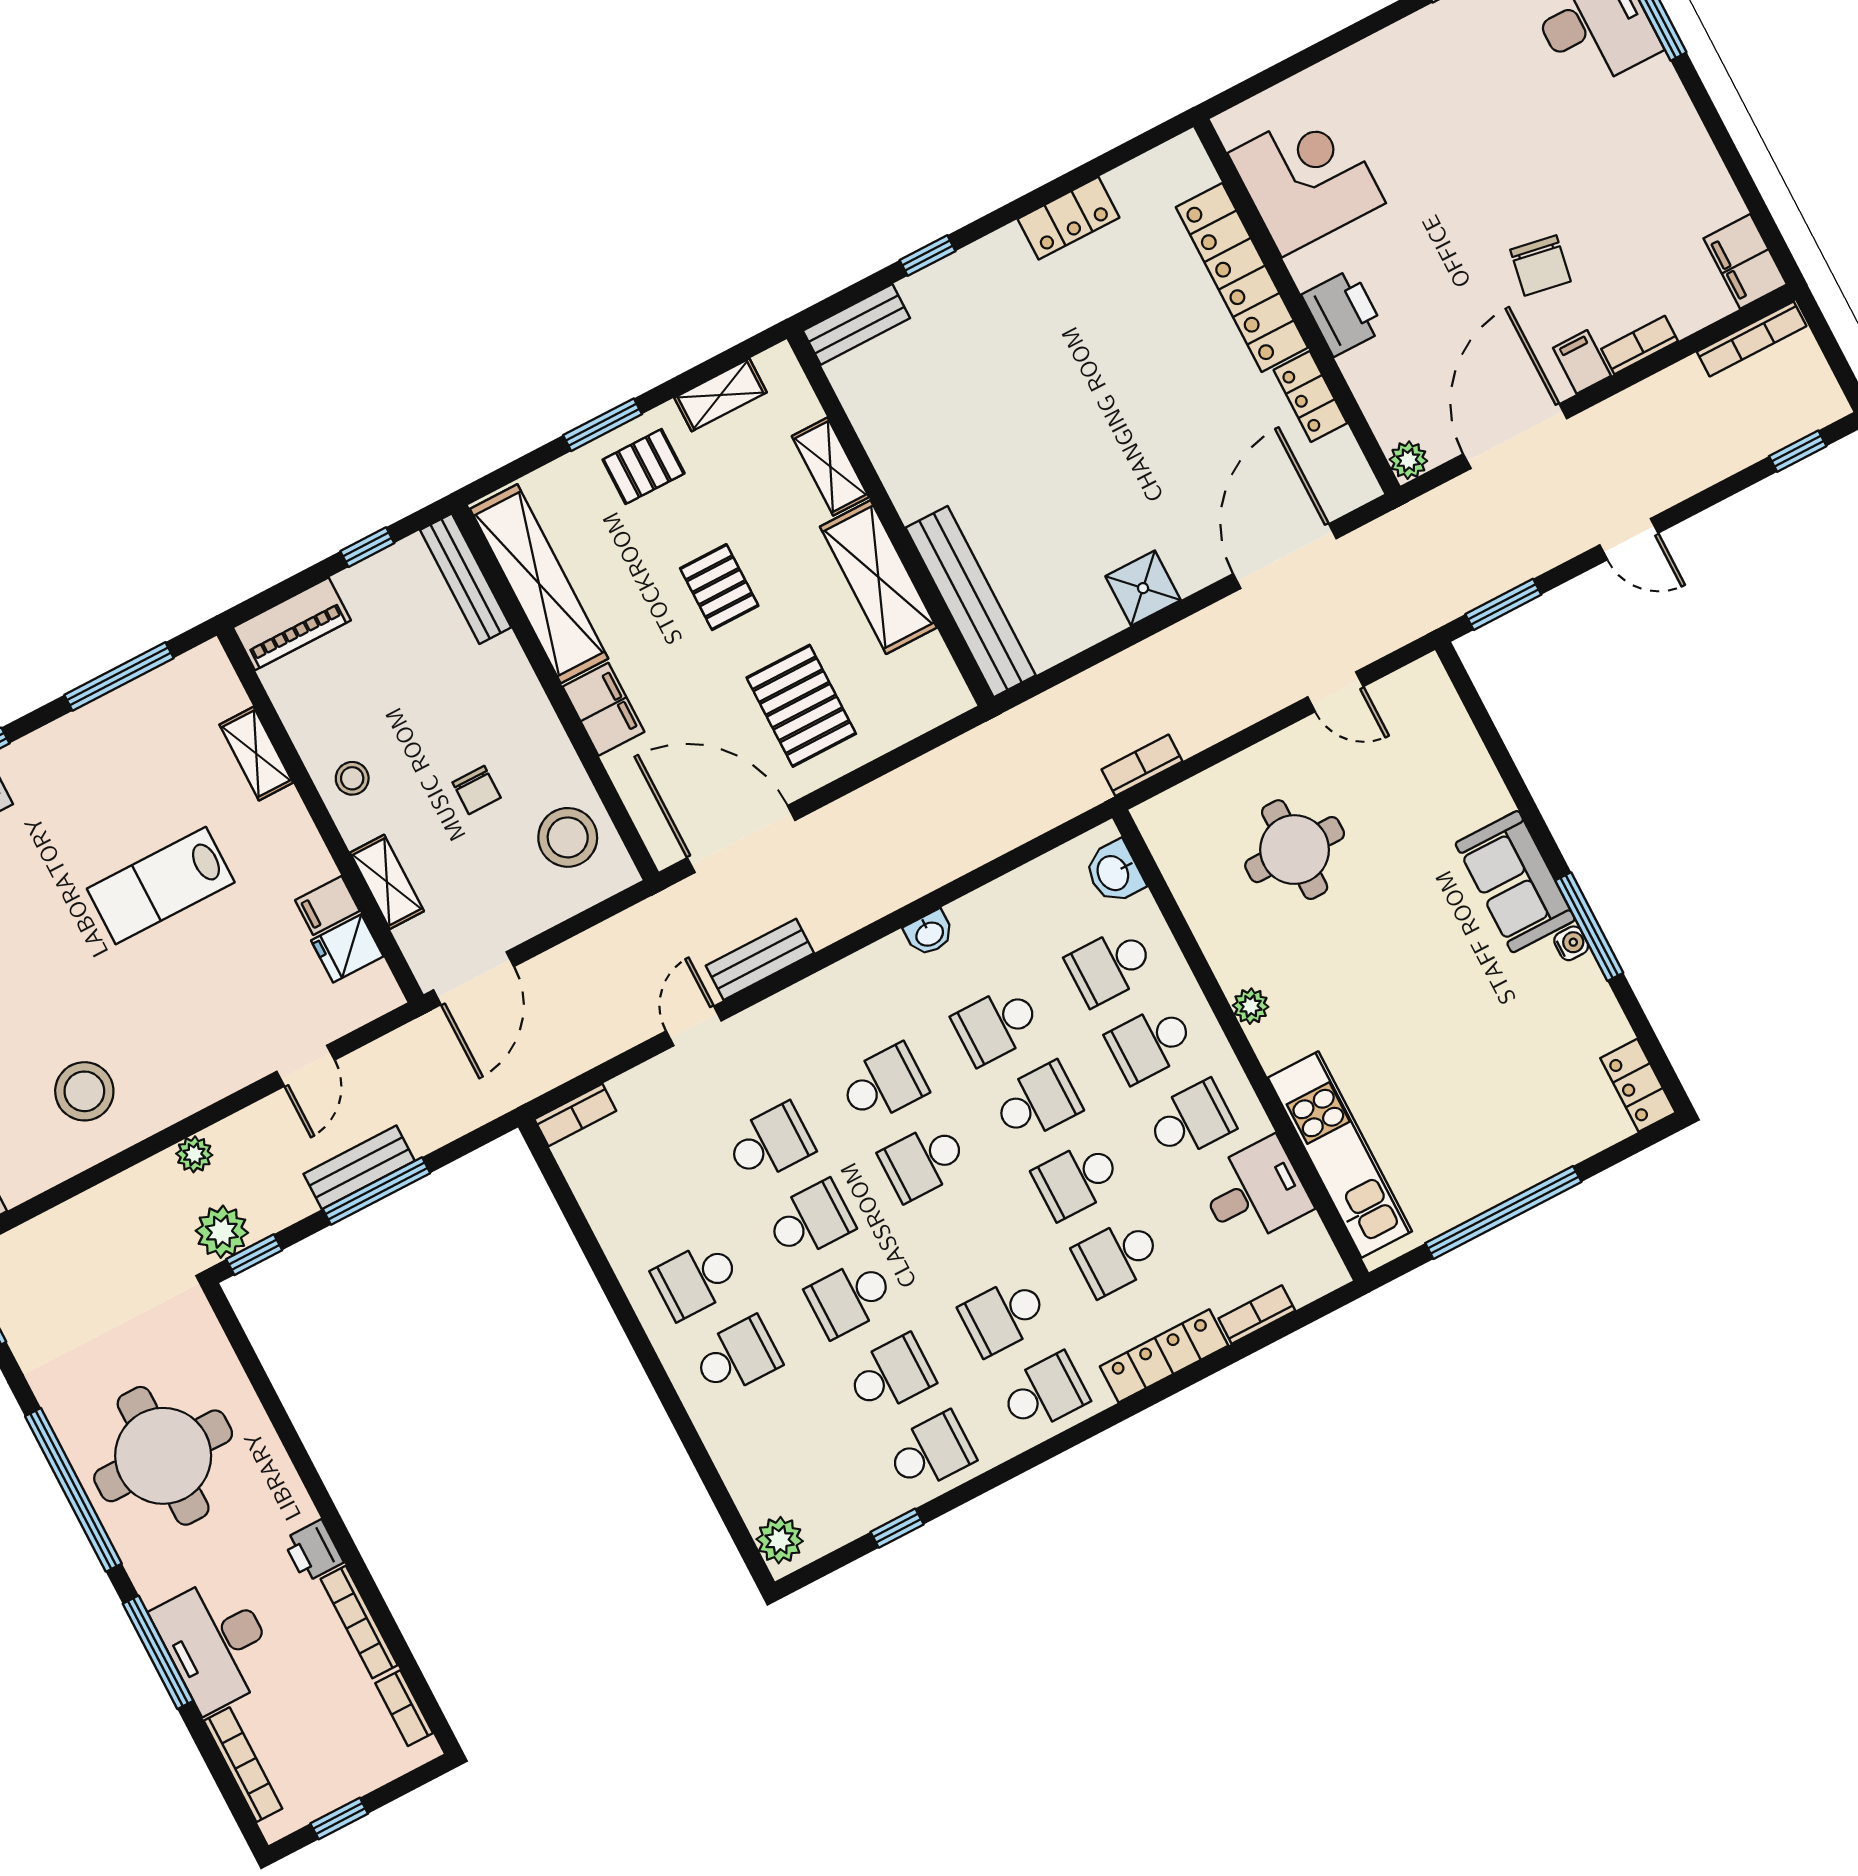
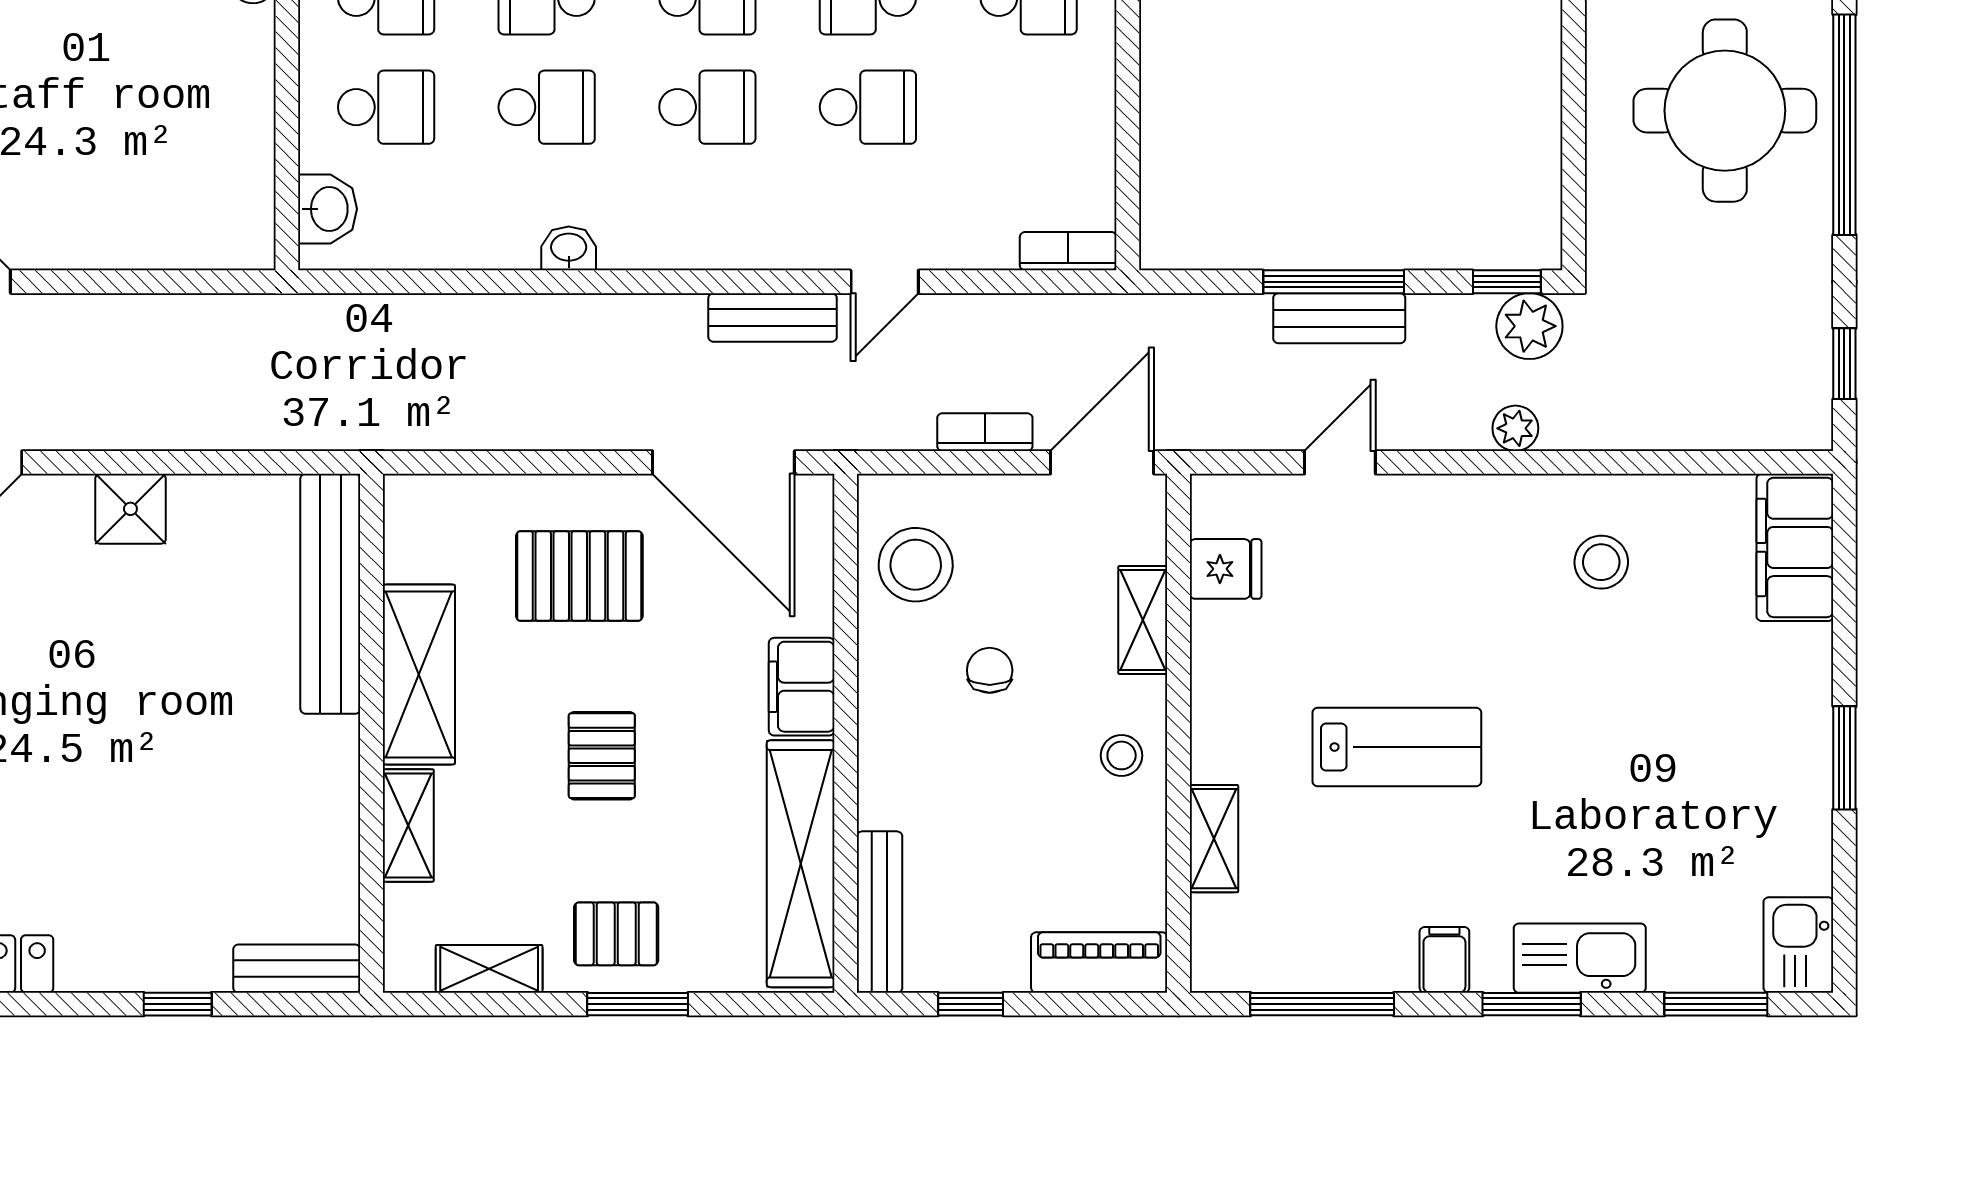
pallet: (801, 706) -> (579, 576), turned 90
bookcase: (1142, 765) -> (985, 432), moved, turned 180
round table: (1295, 850) -> (113, 130), removed
filing cabinet: (327, 905) -> (1444, 960), moved, turned -90
school desk: (883, 1084) -> (707, 107), turned 180
stool: (84, 1091) -> (1601, 562), width x0.73, depth x0.73
school desk: (770, 1143) -> (868, 107), turned 180

